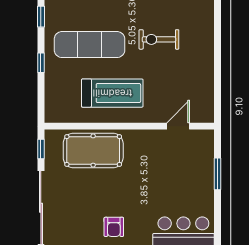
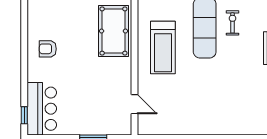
exercise bike: (159, 39) -> (232, 23), moved, width x0.73, depth x0.72

